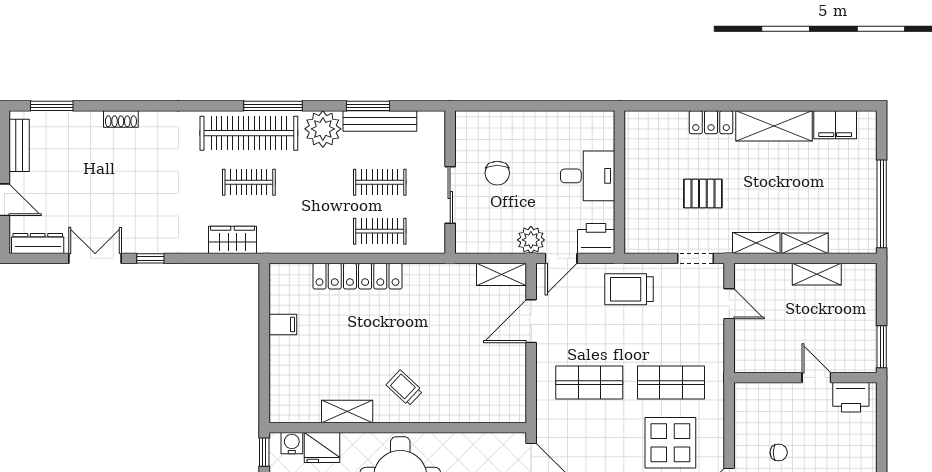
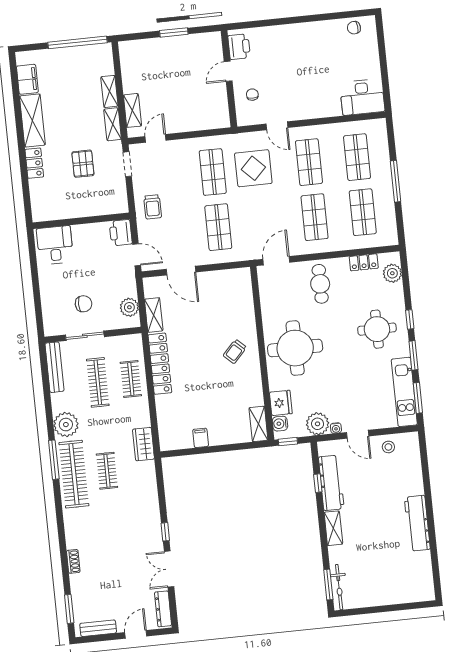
window: (368, 106) -> (47, 396), removed
bench: (380, 121) -> (55, 367), moved
desk: (588, 176) -> (55, 245), moved
clothes rail: (380, 182) -> (98, 382), width x1.36
sliding door: (450, 195) -> (85, 336), moved
wardrobe: (233, 240) -> (143, 444), moved
plant: (531, 240) -> (129, 307), moved
shelving: (502, 274) -> (154, 315), moved
shelving: (817, 274) -> (132, 110), moved
locker: (358, 276) -> (160, 364), moved
trolley: (629, 289) -> (153, 207), width x0.73, depth x0.72
wall: (805, 378) -> (229, 79), moved
door: (816, 378) -> (228, 71), moved
printer: (851, 397) -> (239, 47), moved
shelving: (347, 411) -> (258, 424), moved

